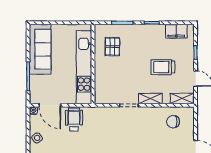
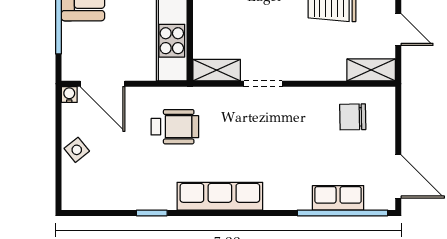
shelving: (150, 99) -> (217, 70), moved
wheelchair: (74, 120) -> (175, 127), moved, turned 90

